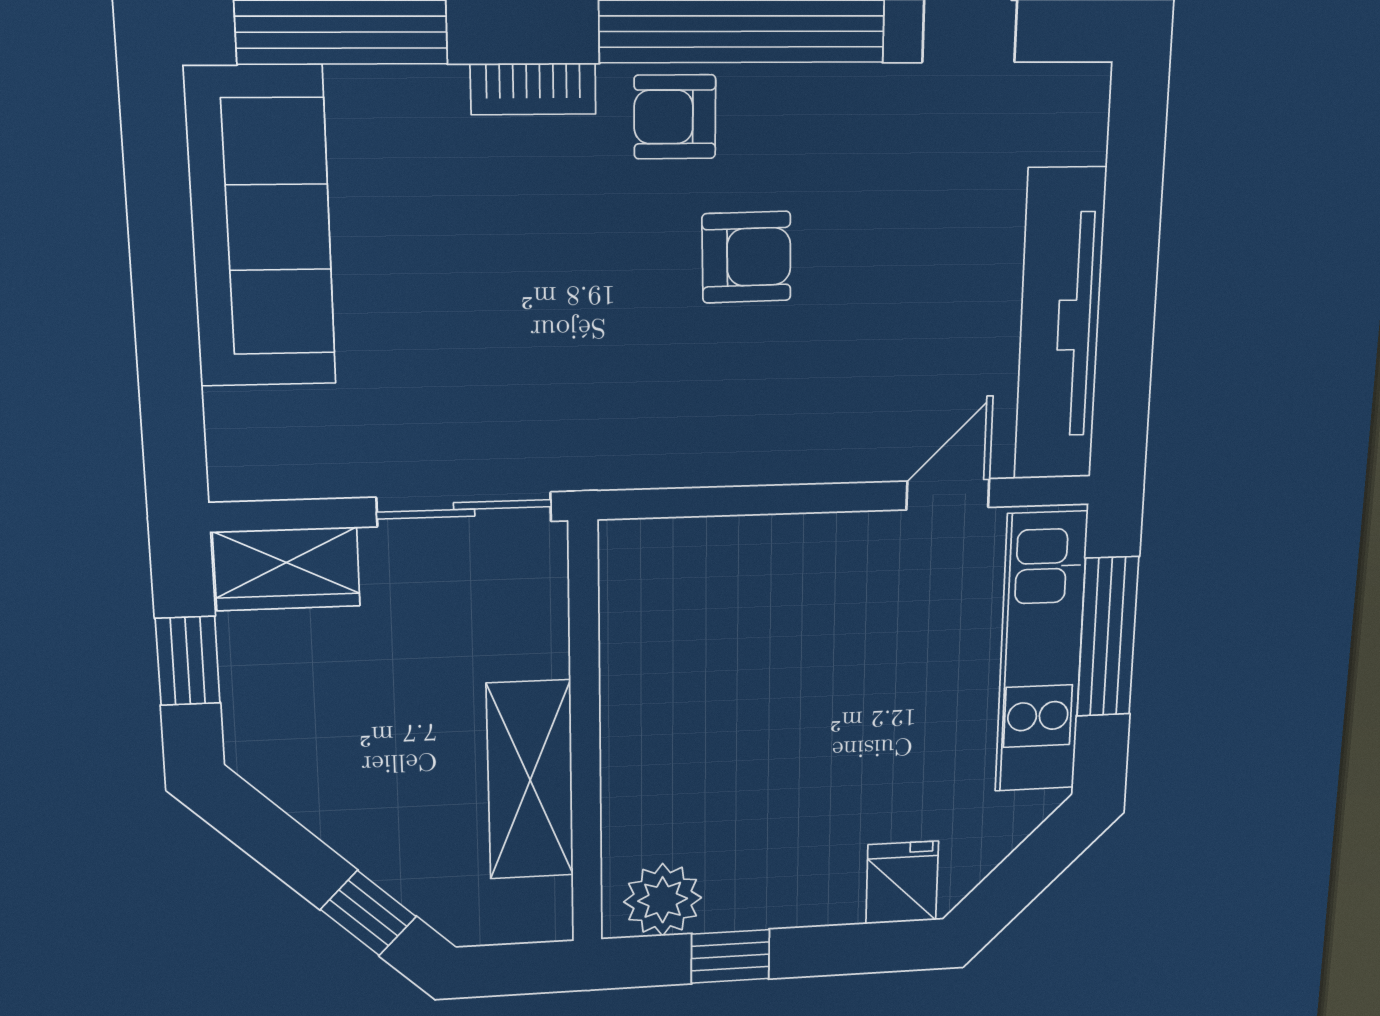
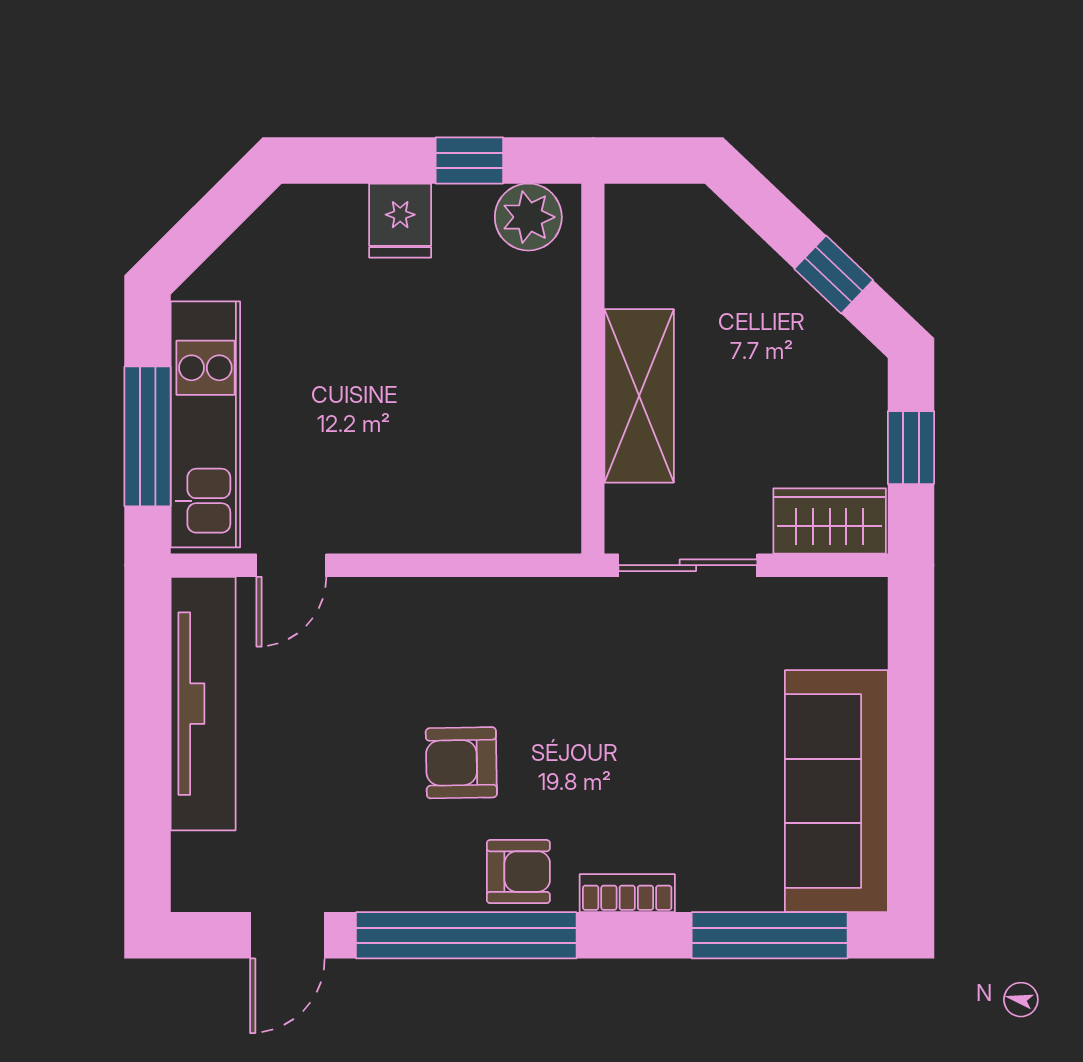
shelving: (530, 780) -> (639, 396), moved
fridge: (902, 883) -> (400, 221), moved
window: (368, 913) -> (834, 274), moved

